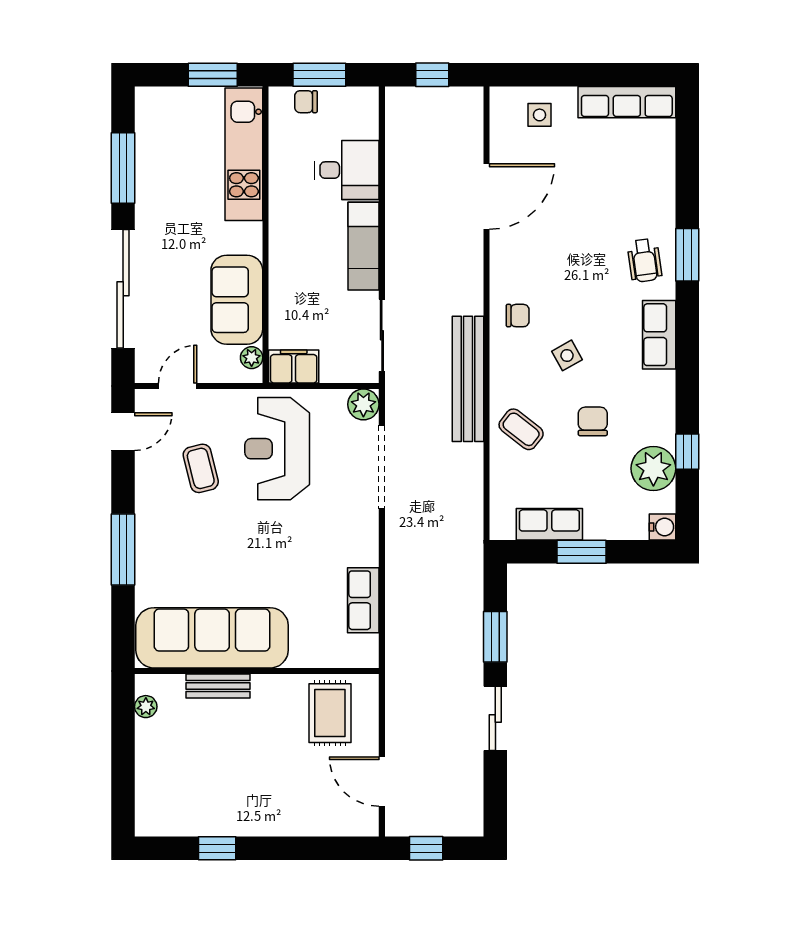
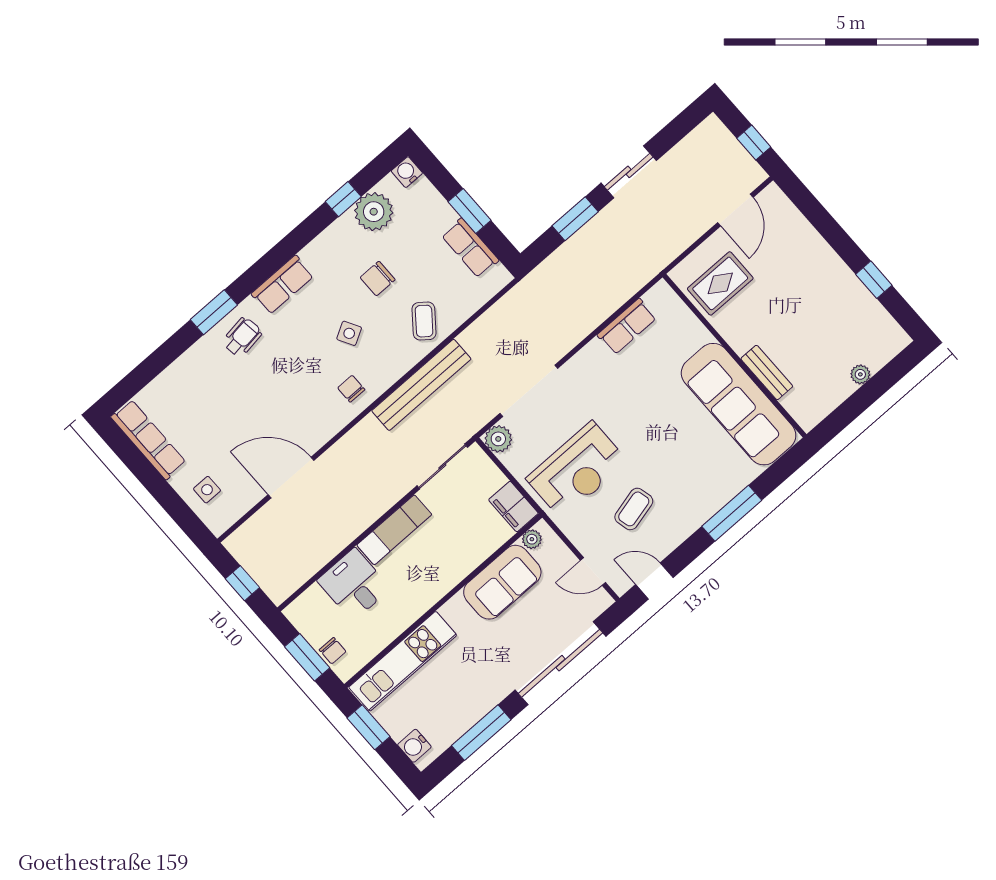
water cooler: (162, 100) -> (414, 746), added
plant: (146, 707) -> (860, 374), moved

